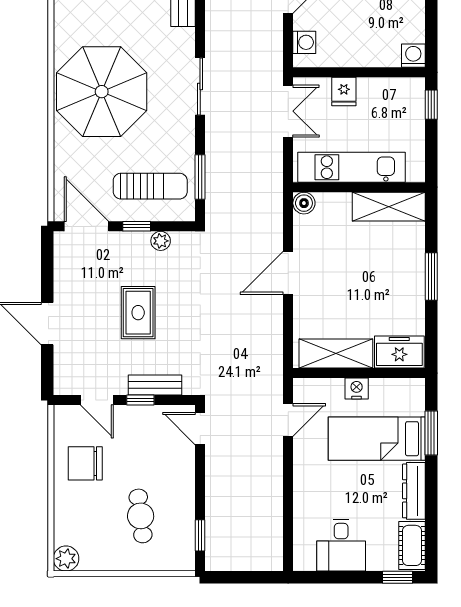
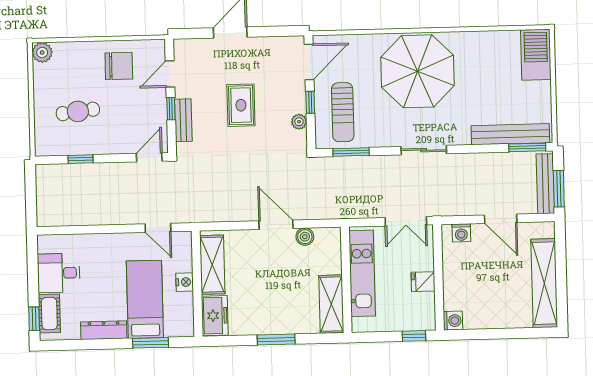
fridge: (344, 92) -> (423, 282), moved
boiler: (304, 203) -> (305, 237), moved
rug: (138, 313) -> (241, 105), turned 90
chair: (85, 463) -> (119, 66), turned 90
window: (200, 535) -> (81, 159), moved
cot: (412, 545) -> (49, 314), moved, turned 90

